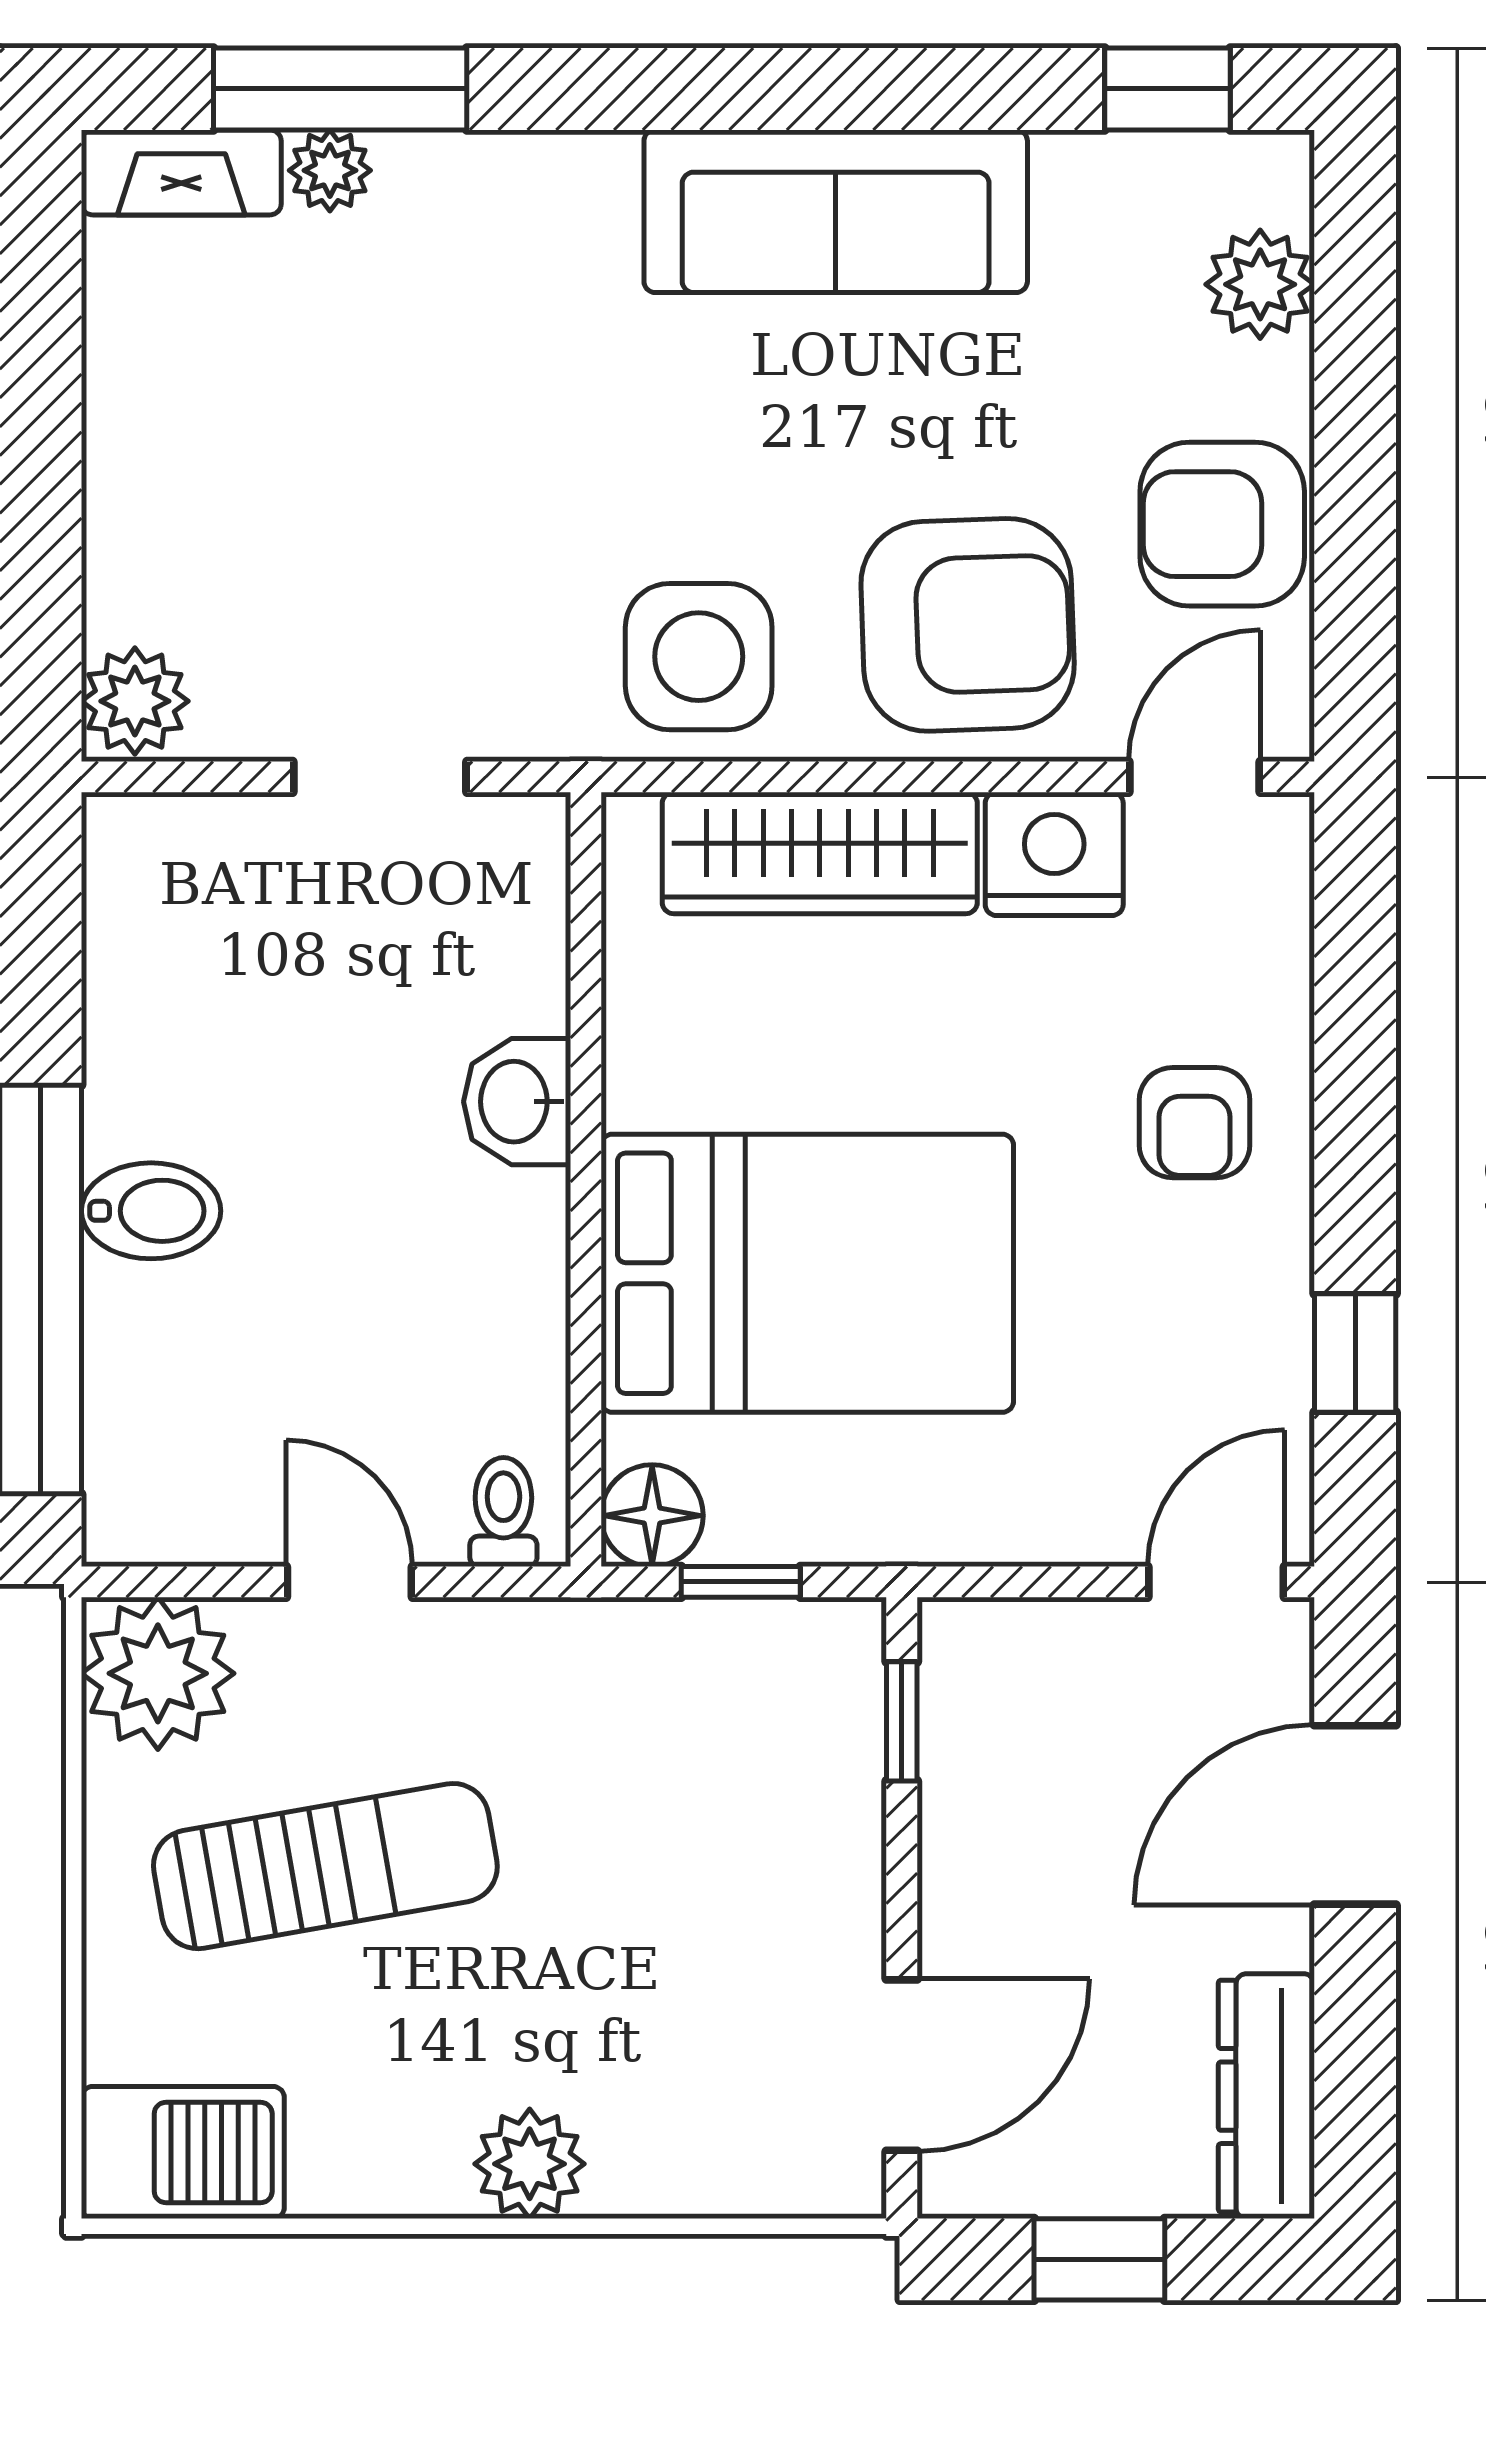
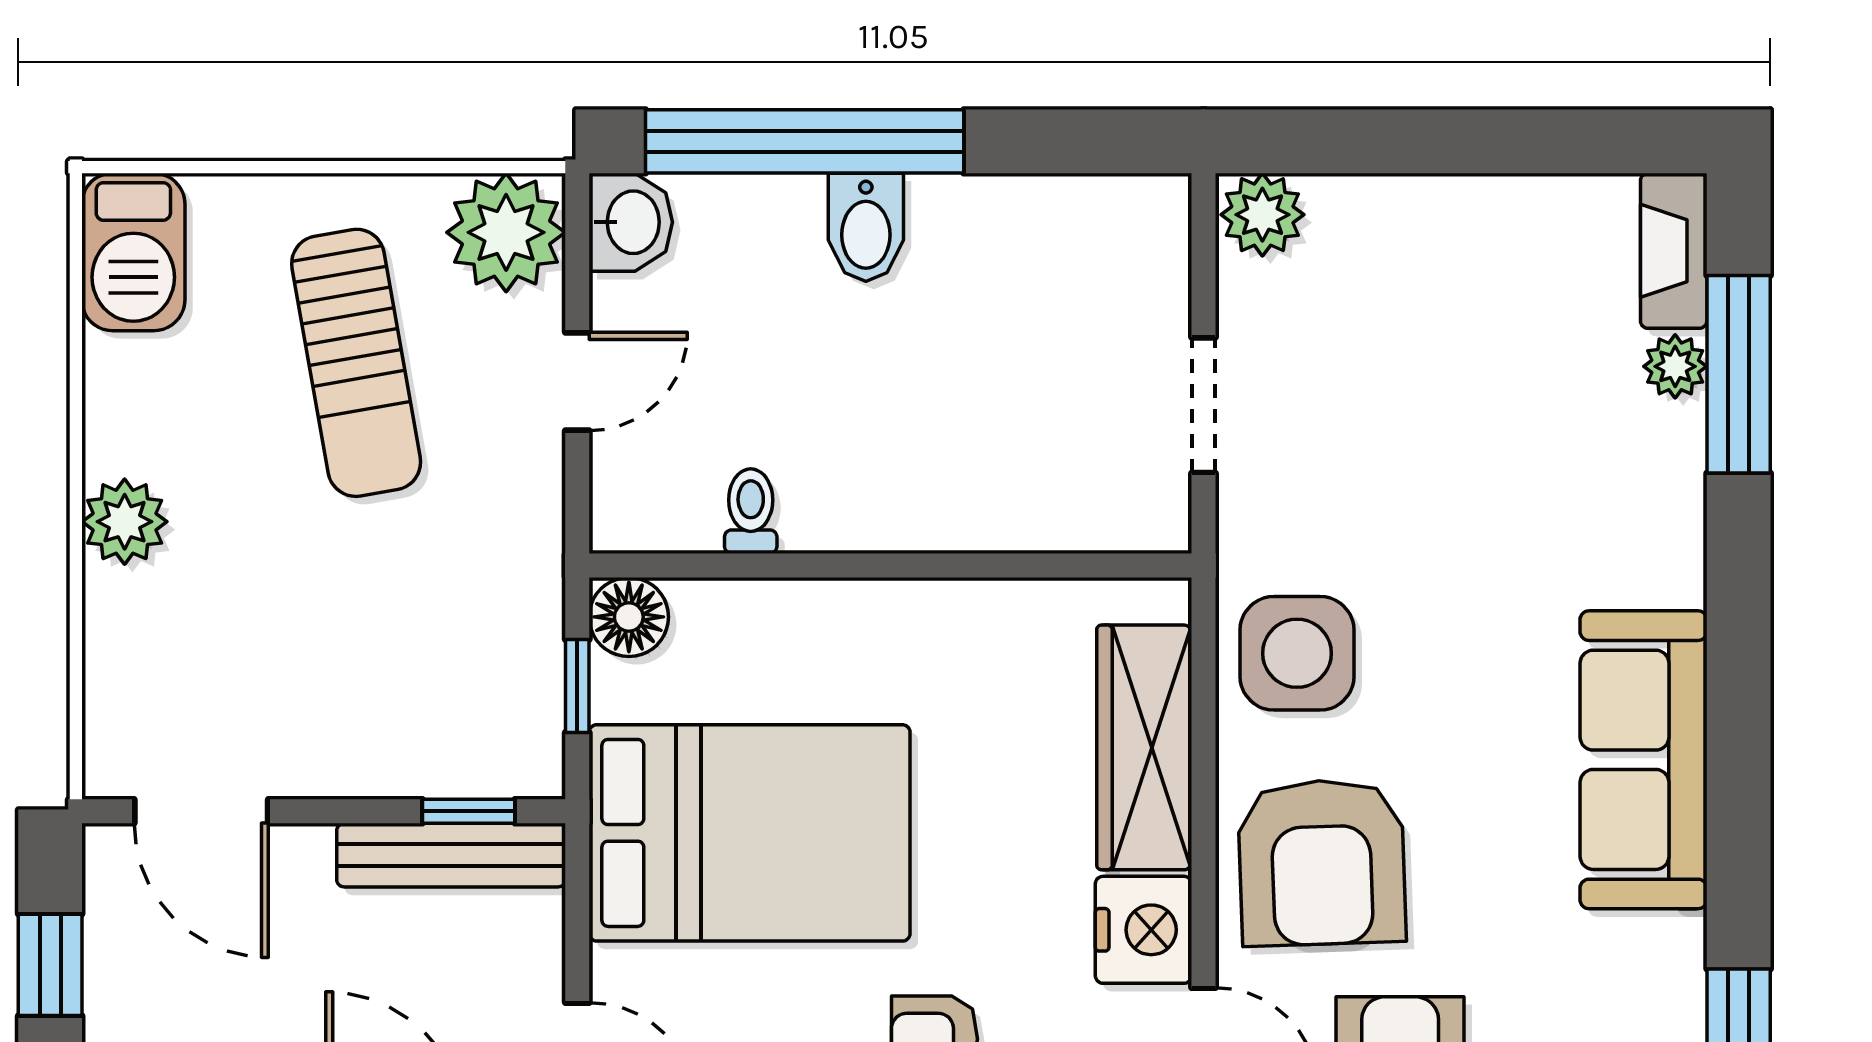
washbasin: (517, 1102) -> (631, 222), moved, turned 90
bed: (807, 1273) -> (750, 833), moved, turned -90
toilet: (503, 1512) -> (751, 511), moved, turned -90
bench: (958, 1744) -> (451, 855), added

